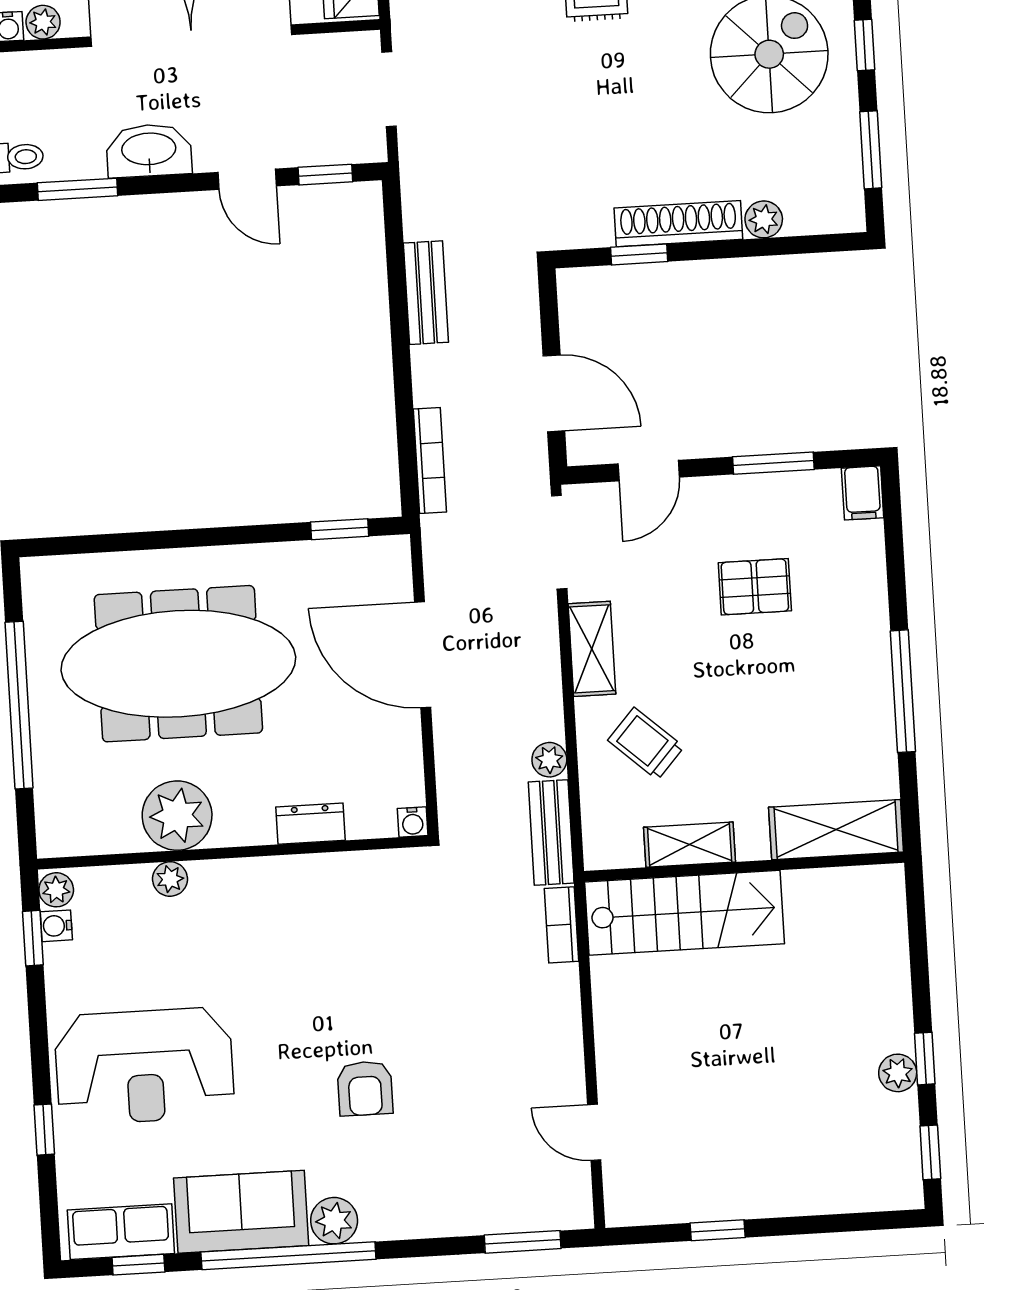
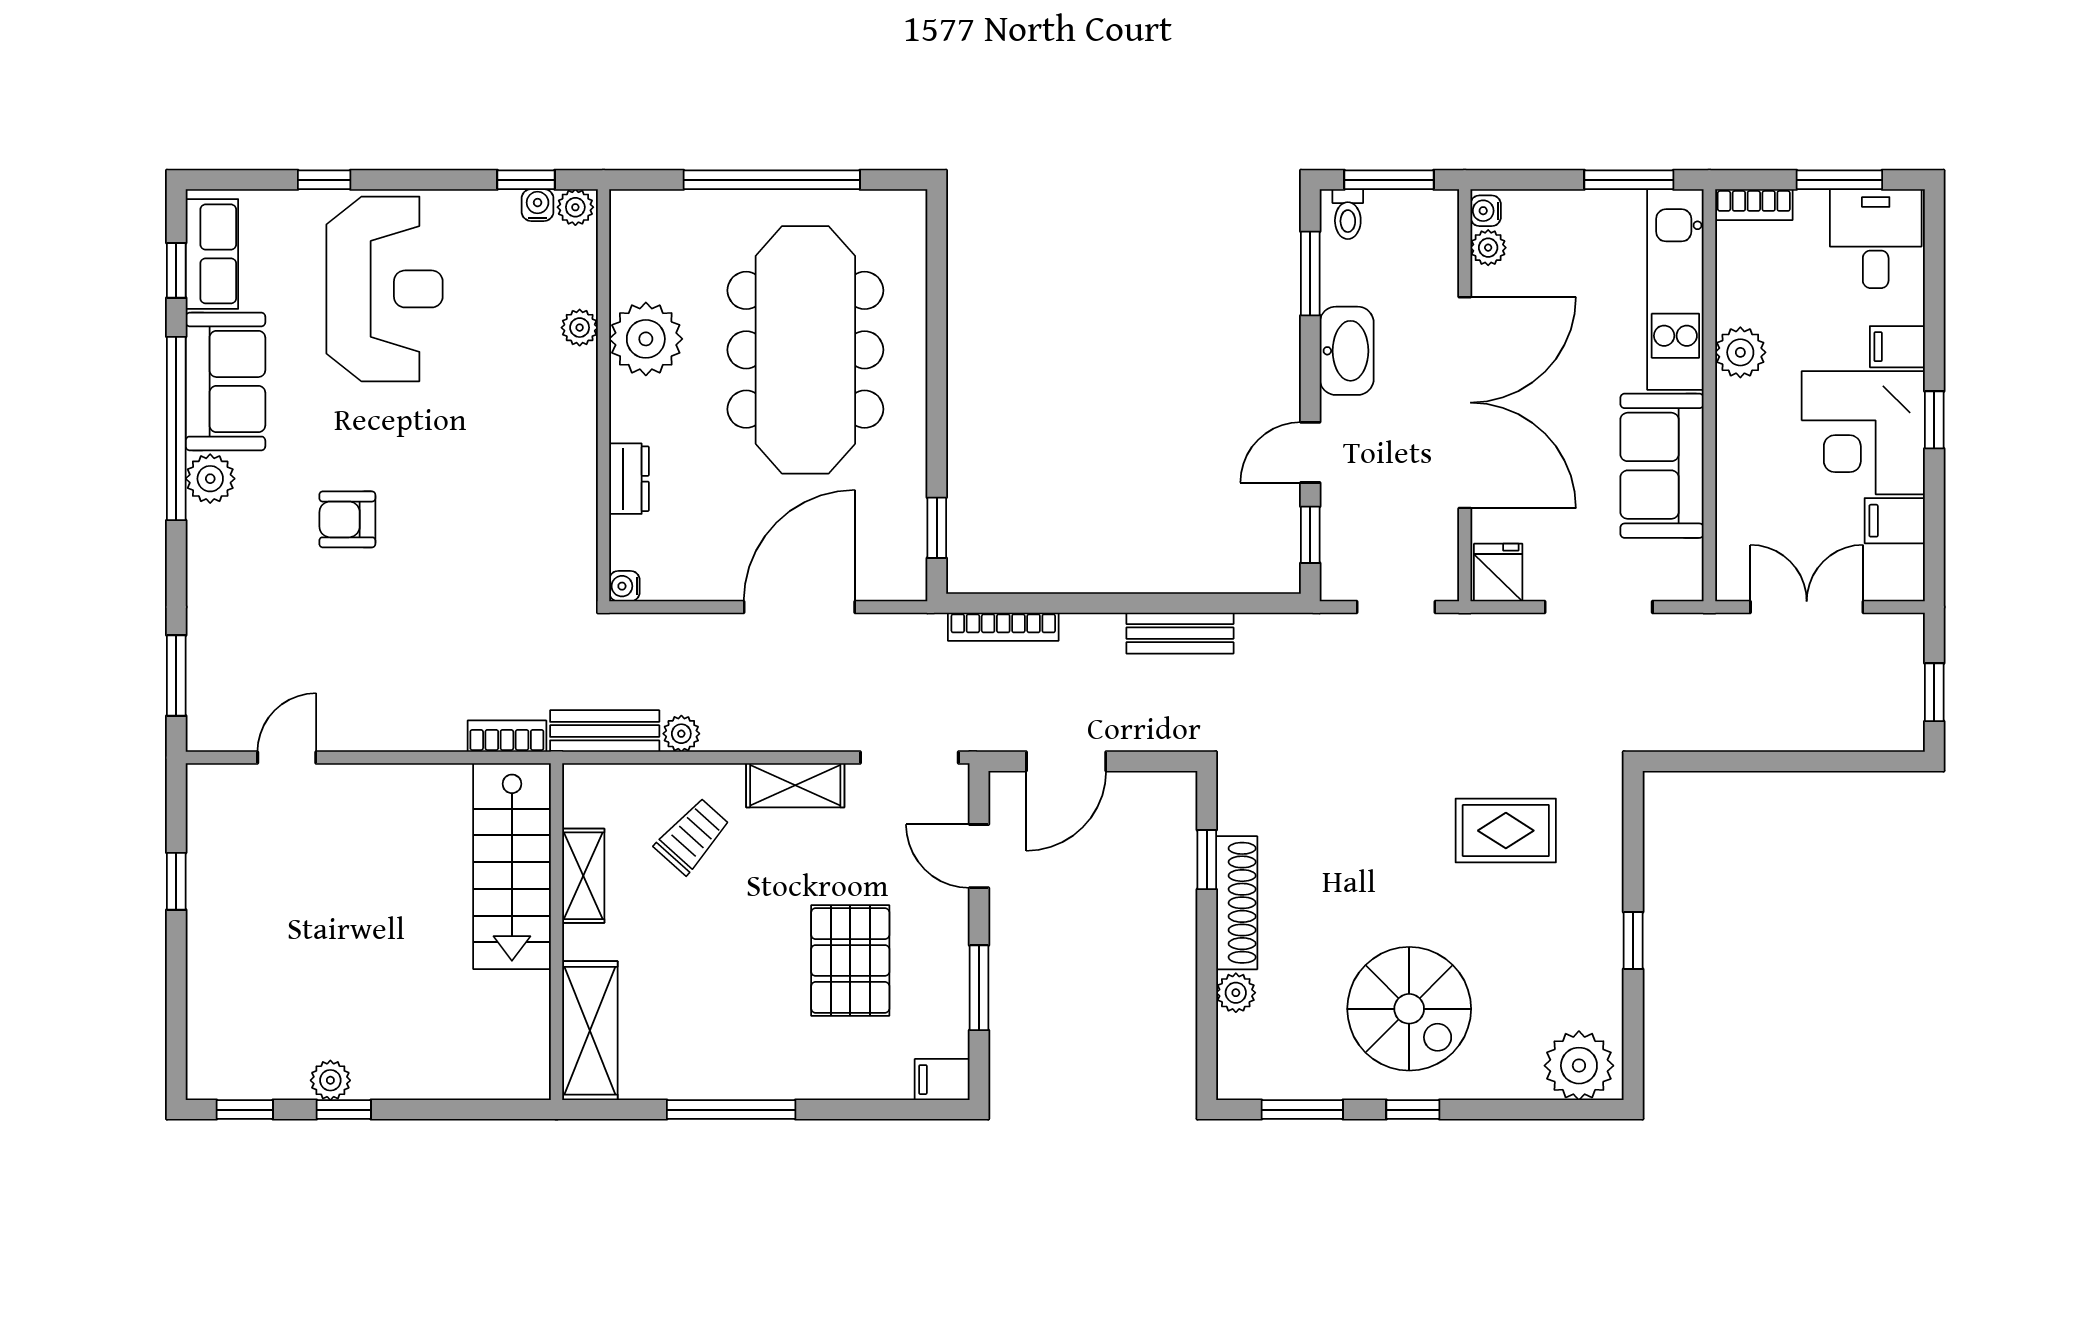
pallet: (755, 587) -> (850, 960), width x1.50, depth x1.42
reception desk: (144, 1066) -> (385, 289), turned 180

